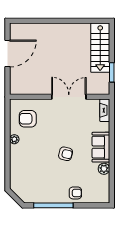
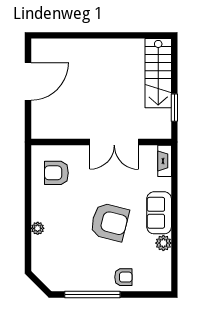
double door: (69, 97) -> (114, 142), swing flipped
plant: (14, 139) -> (38, 228), moved
armchair: (66, 154) -> (110, 222), width x1.88, depth x1.88

